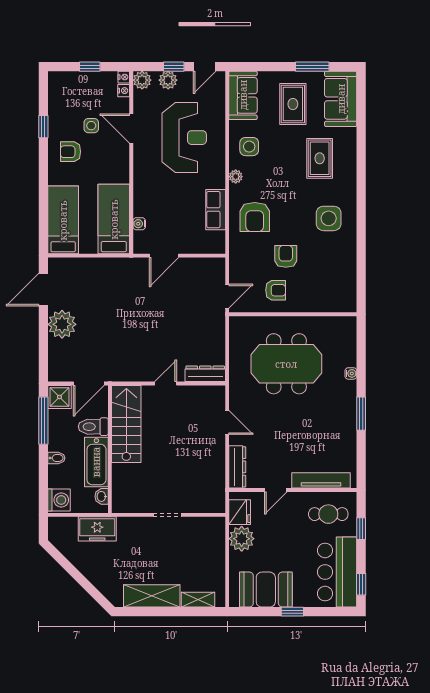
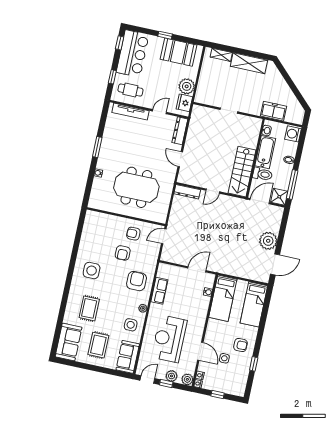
window: (312, 67) -> (82, 365), removed

